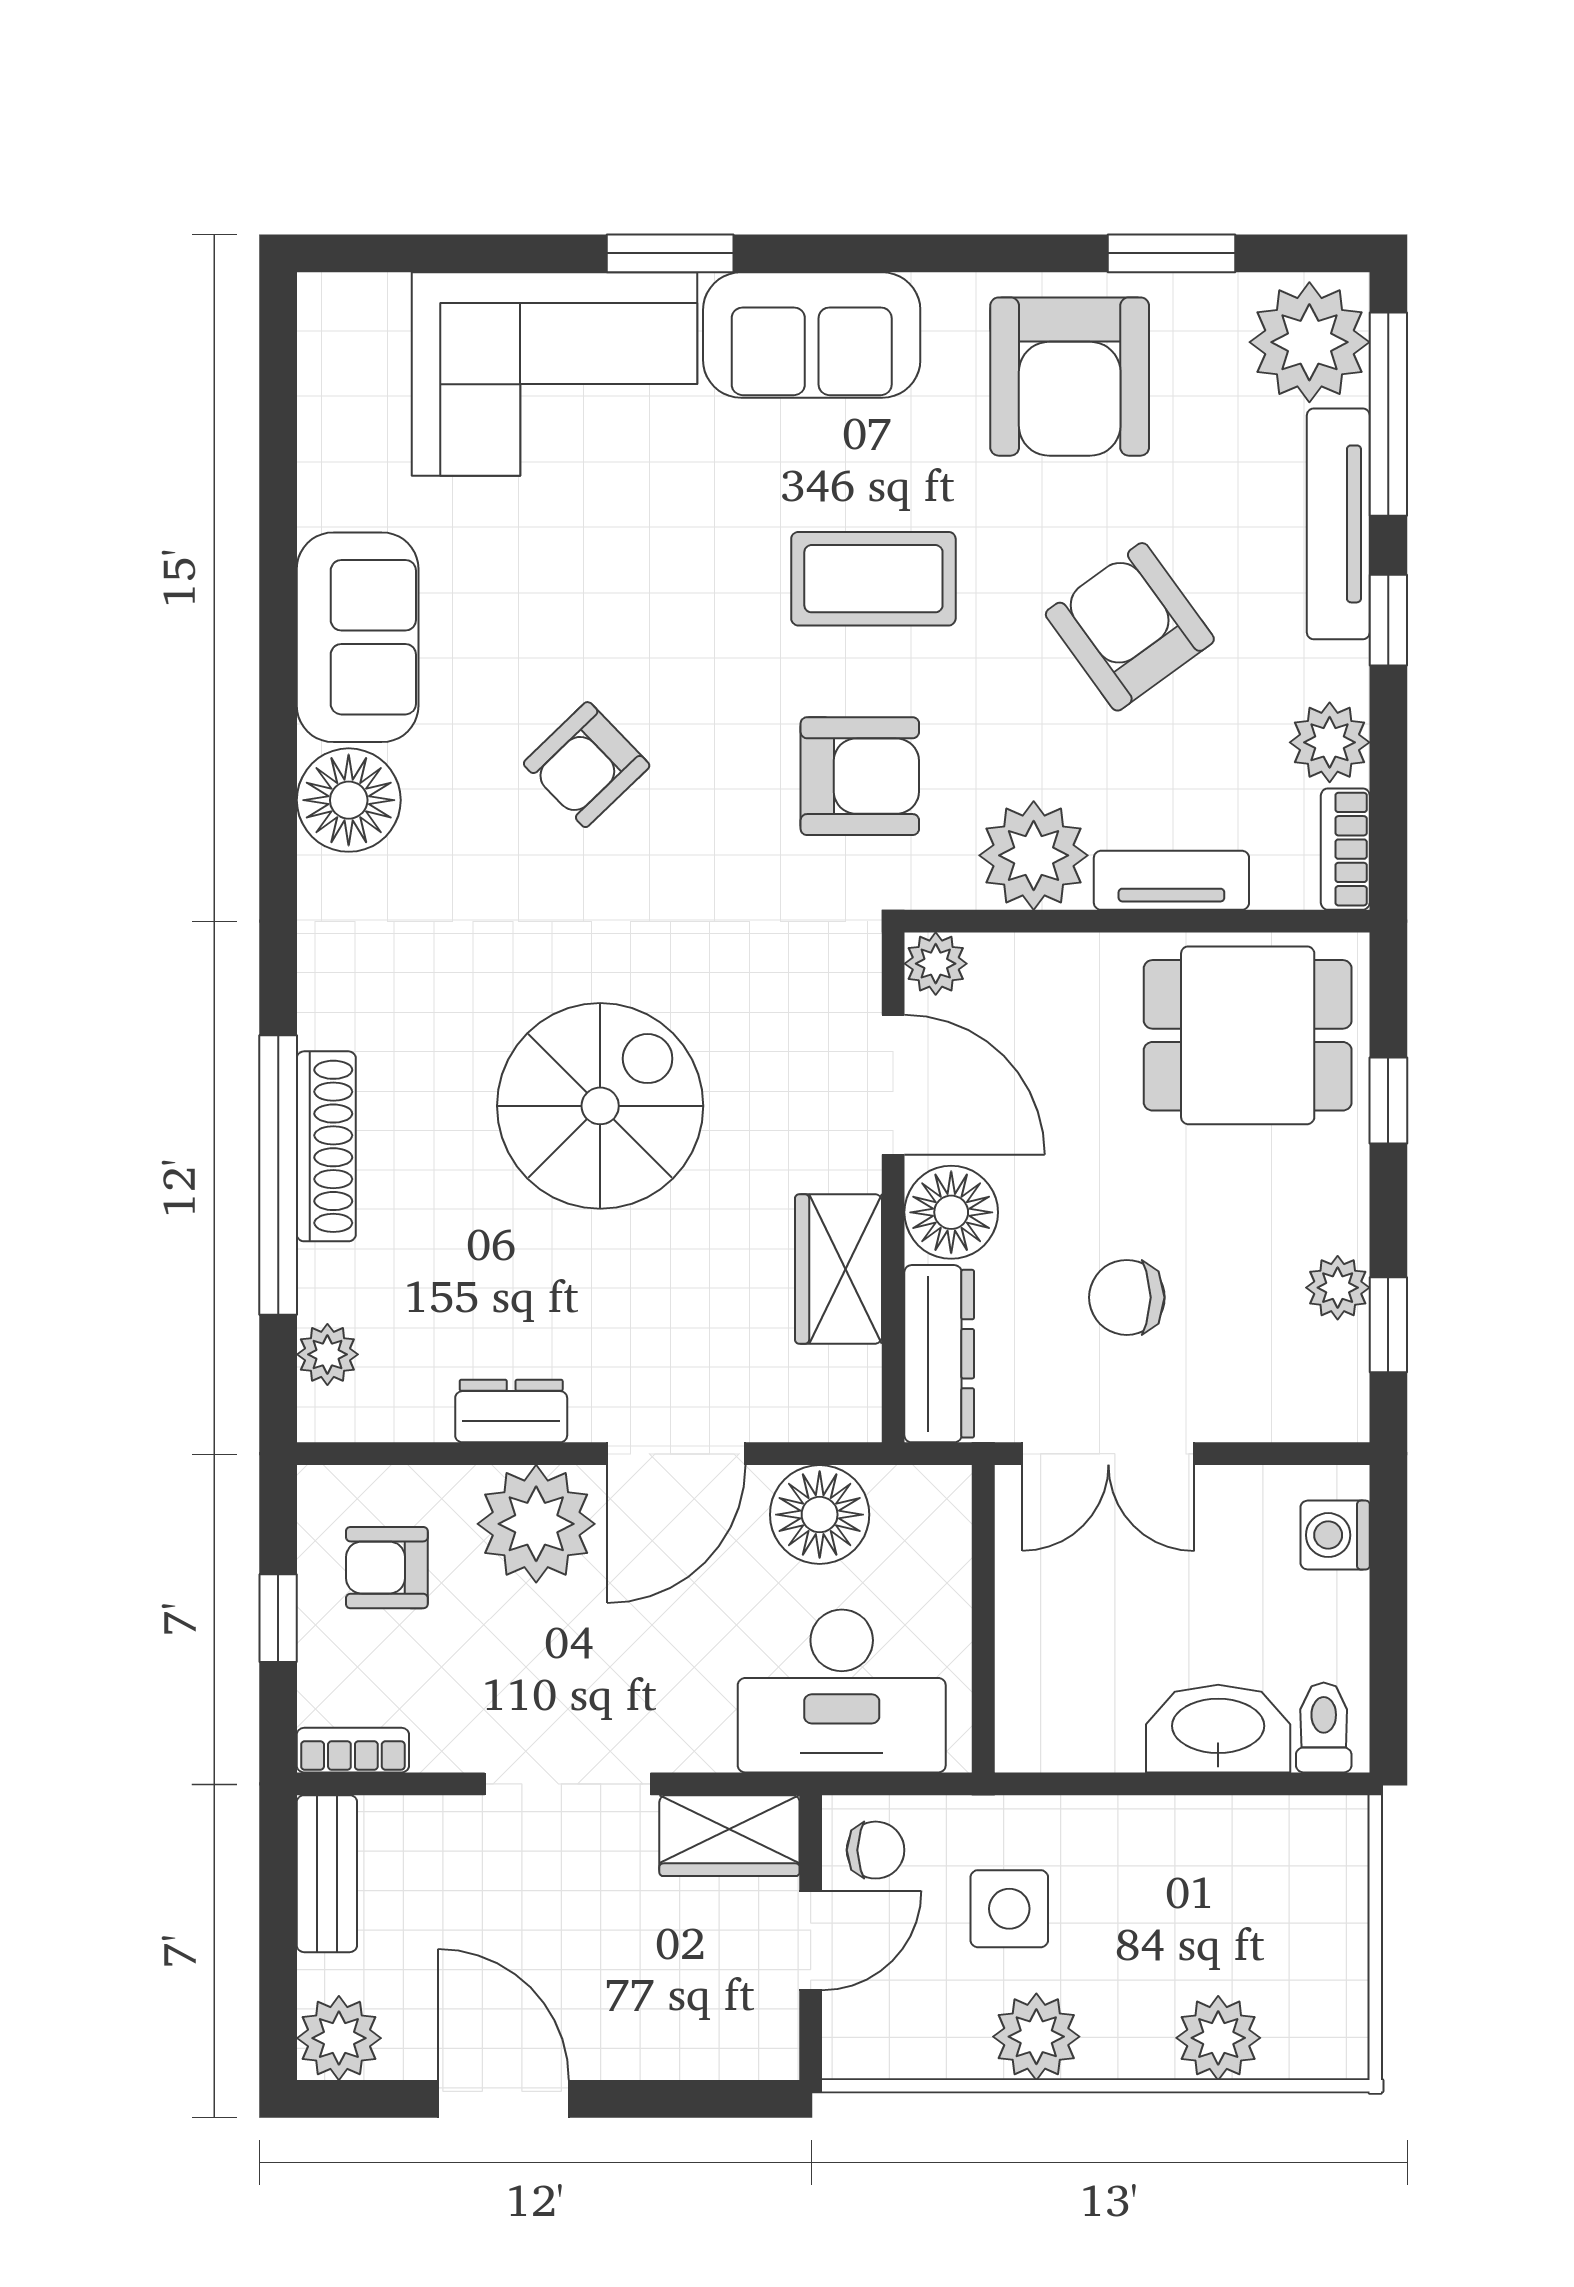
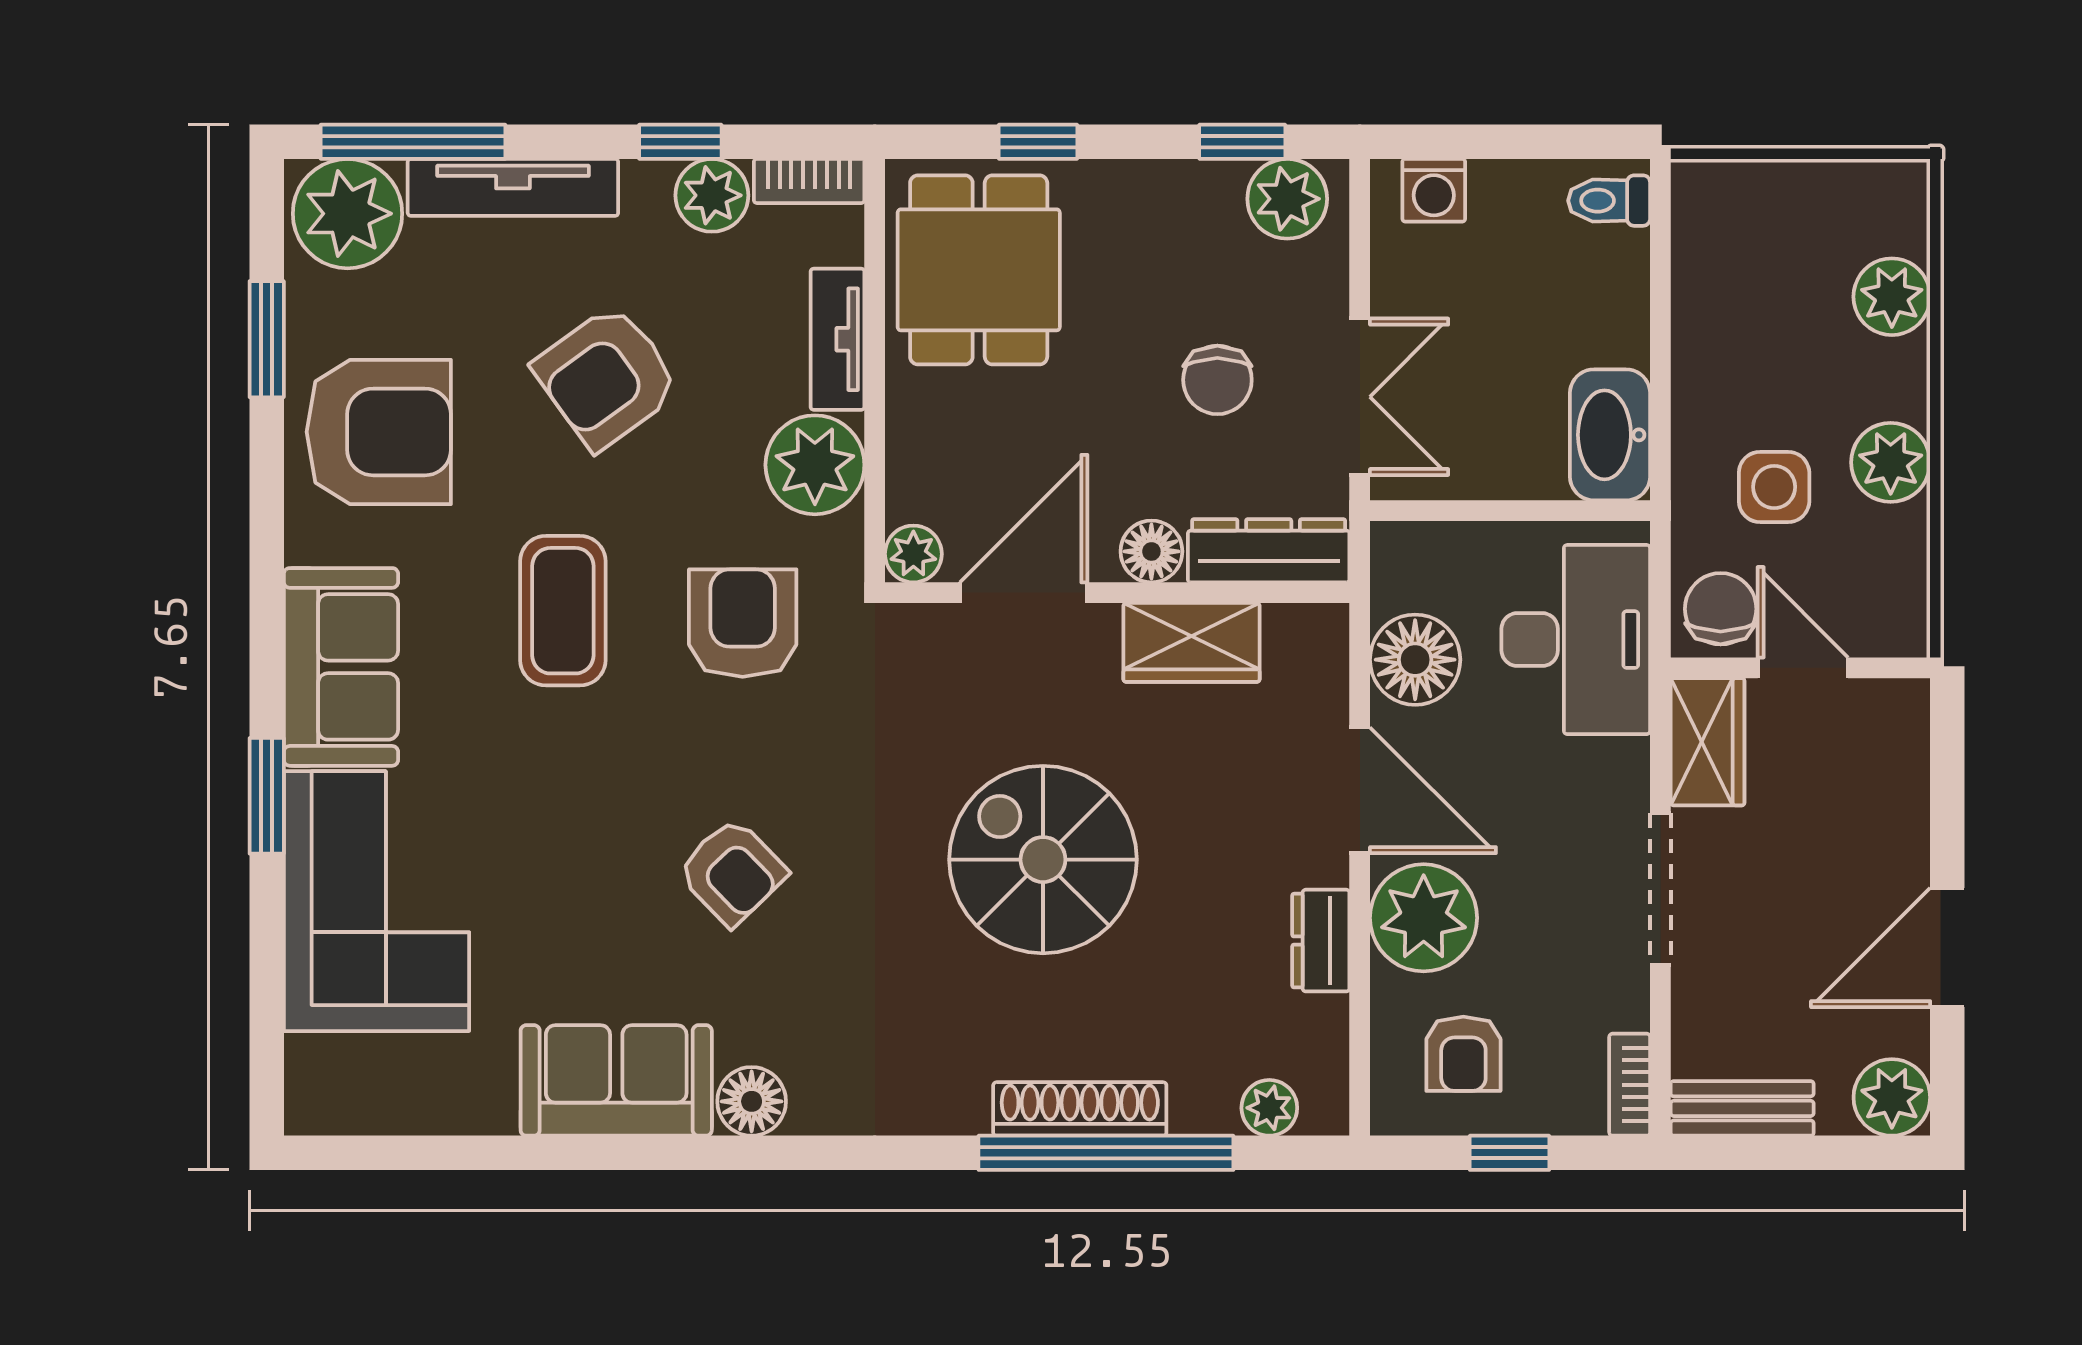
window: (1388, 620) -> (680, 142), moved
floor lamp: (349, 800) -> (752, 1101), width x0.73, depth x0.73
floor lamp: (951, 1212) -> (1151, 551), width x0.73, depth x0.73
plant: (1338, 1288) -> (1287, 199), moved, width x1.38, depth x1.38
washbasin: (1218, 1729) -> (1610, 435), moved
chair: (876, 1850) -> (1721, 609), width x1.37, depth x1.37

